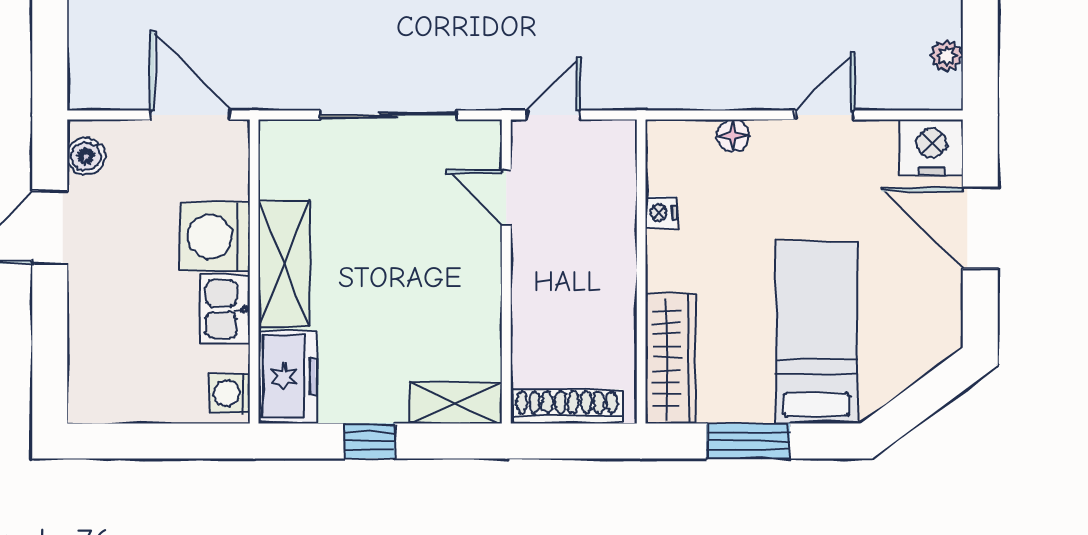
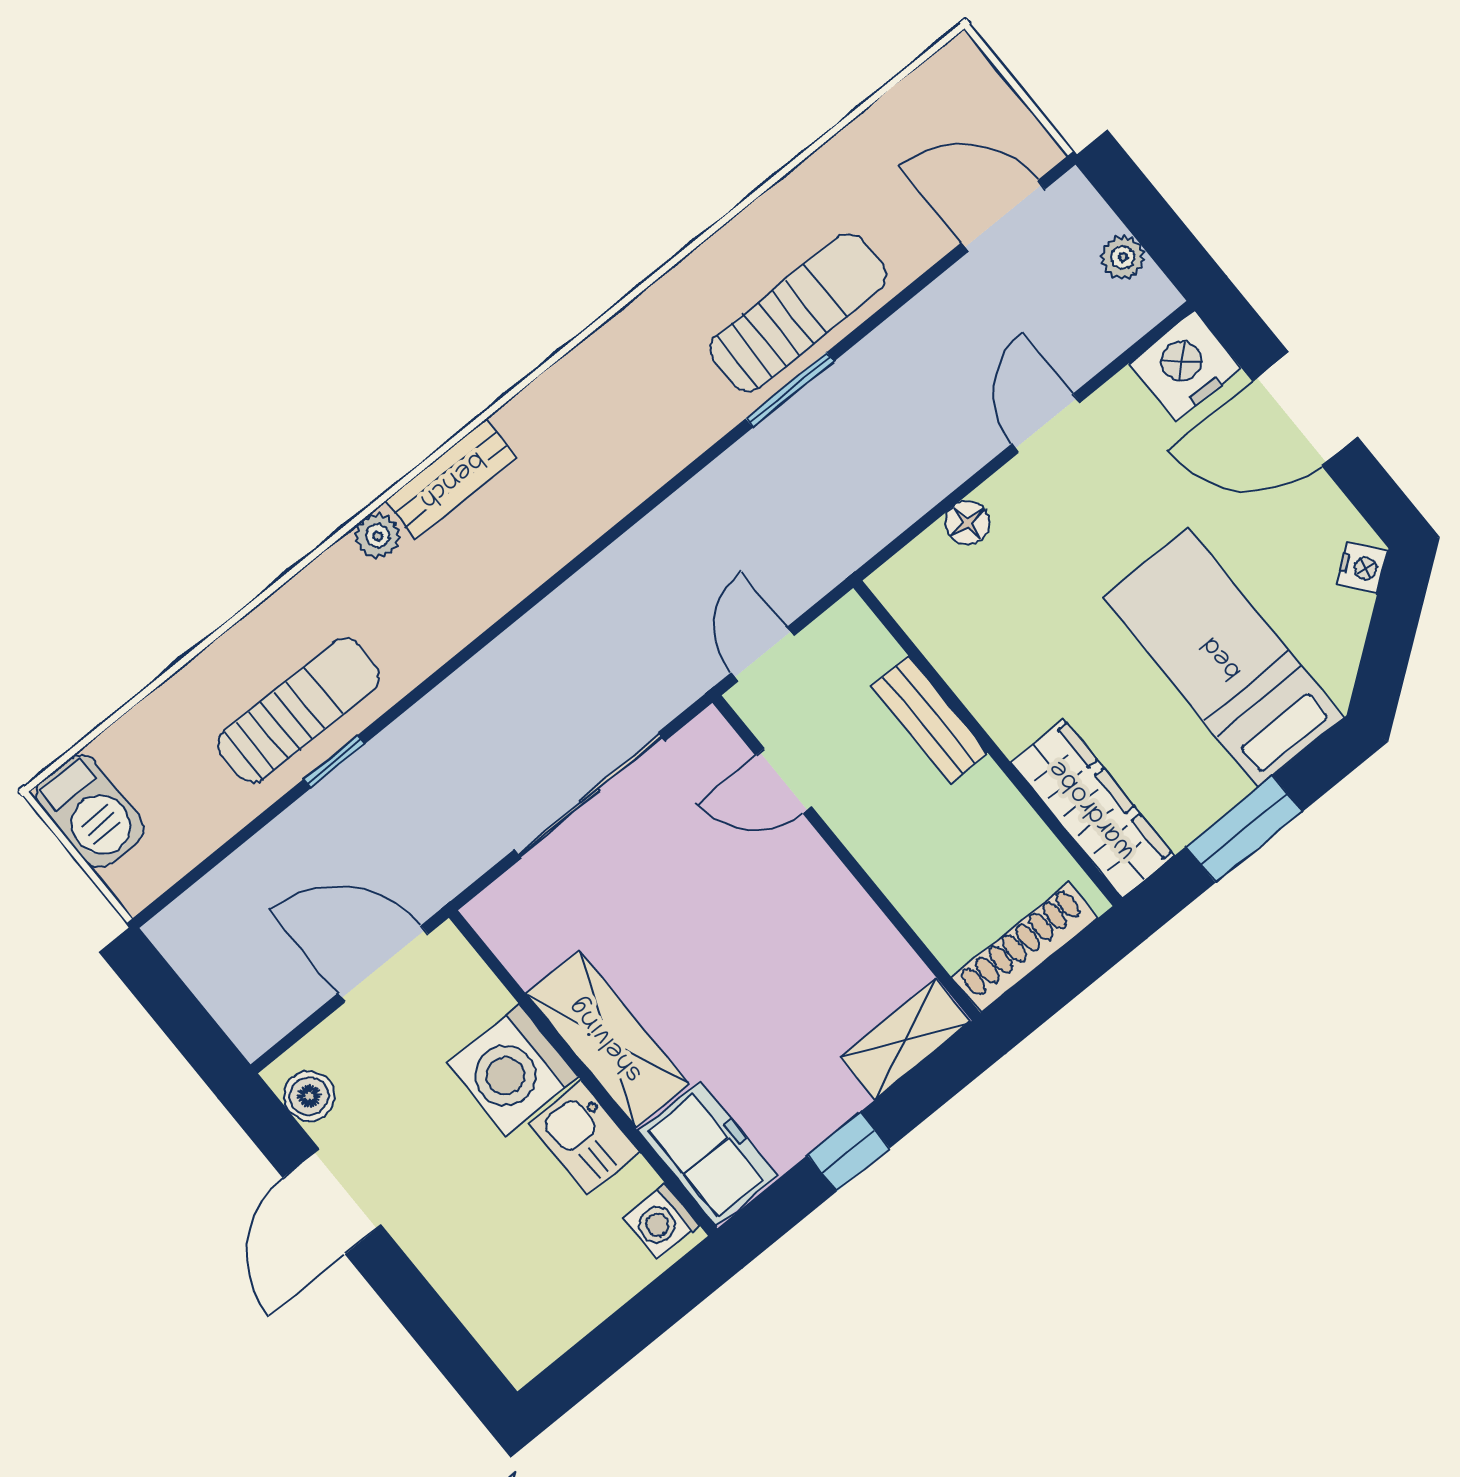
nightstand: (661, 212) -> (1362, 568), moved, turned -127
bench: (619, 231) -> (929, 719), added

